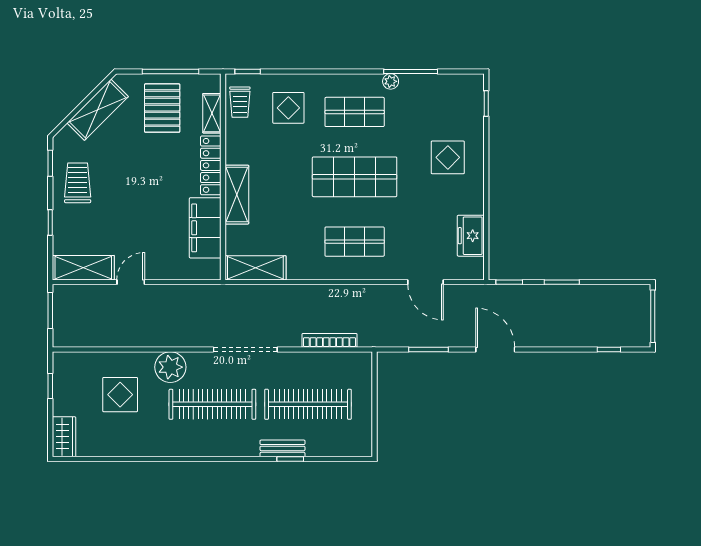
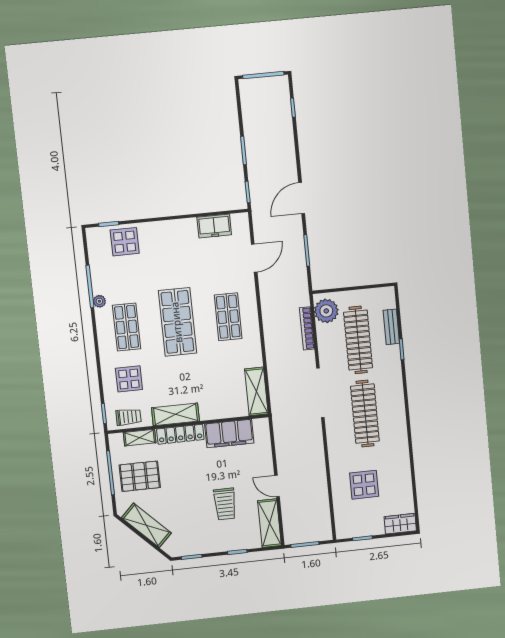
display table: (448, 157) -> (125, 242), moved
trolley: (78, 183) -> (225, 504), moved, turned -90
shelving: (237, 195) -> (175, 414), moved
plant: (170, 367) -> (326, 311), moved
bench: (282, 448) -> (391, 327), moved

